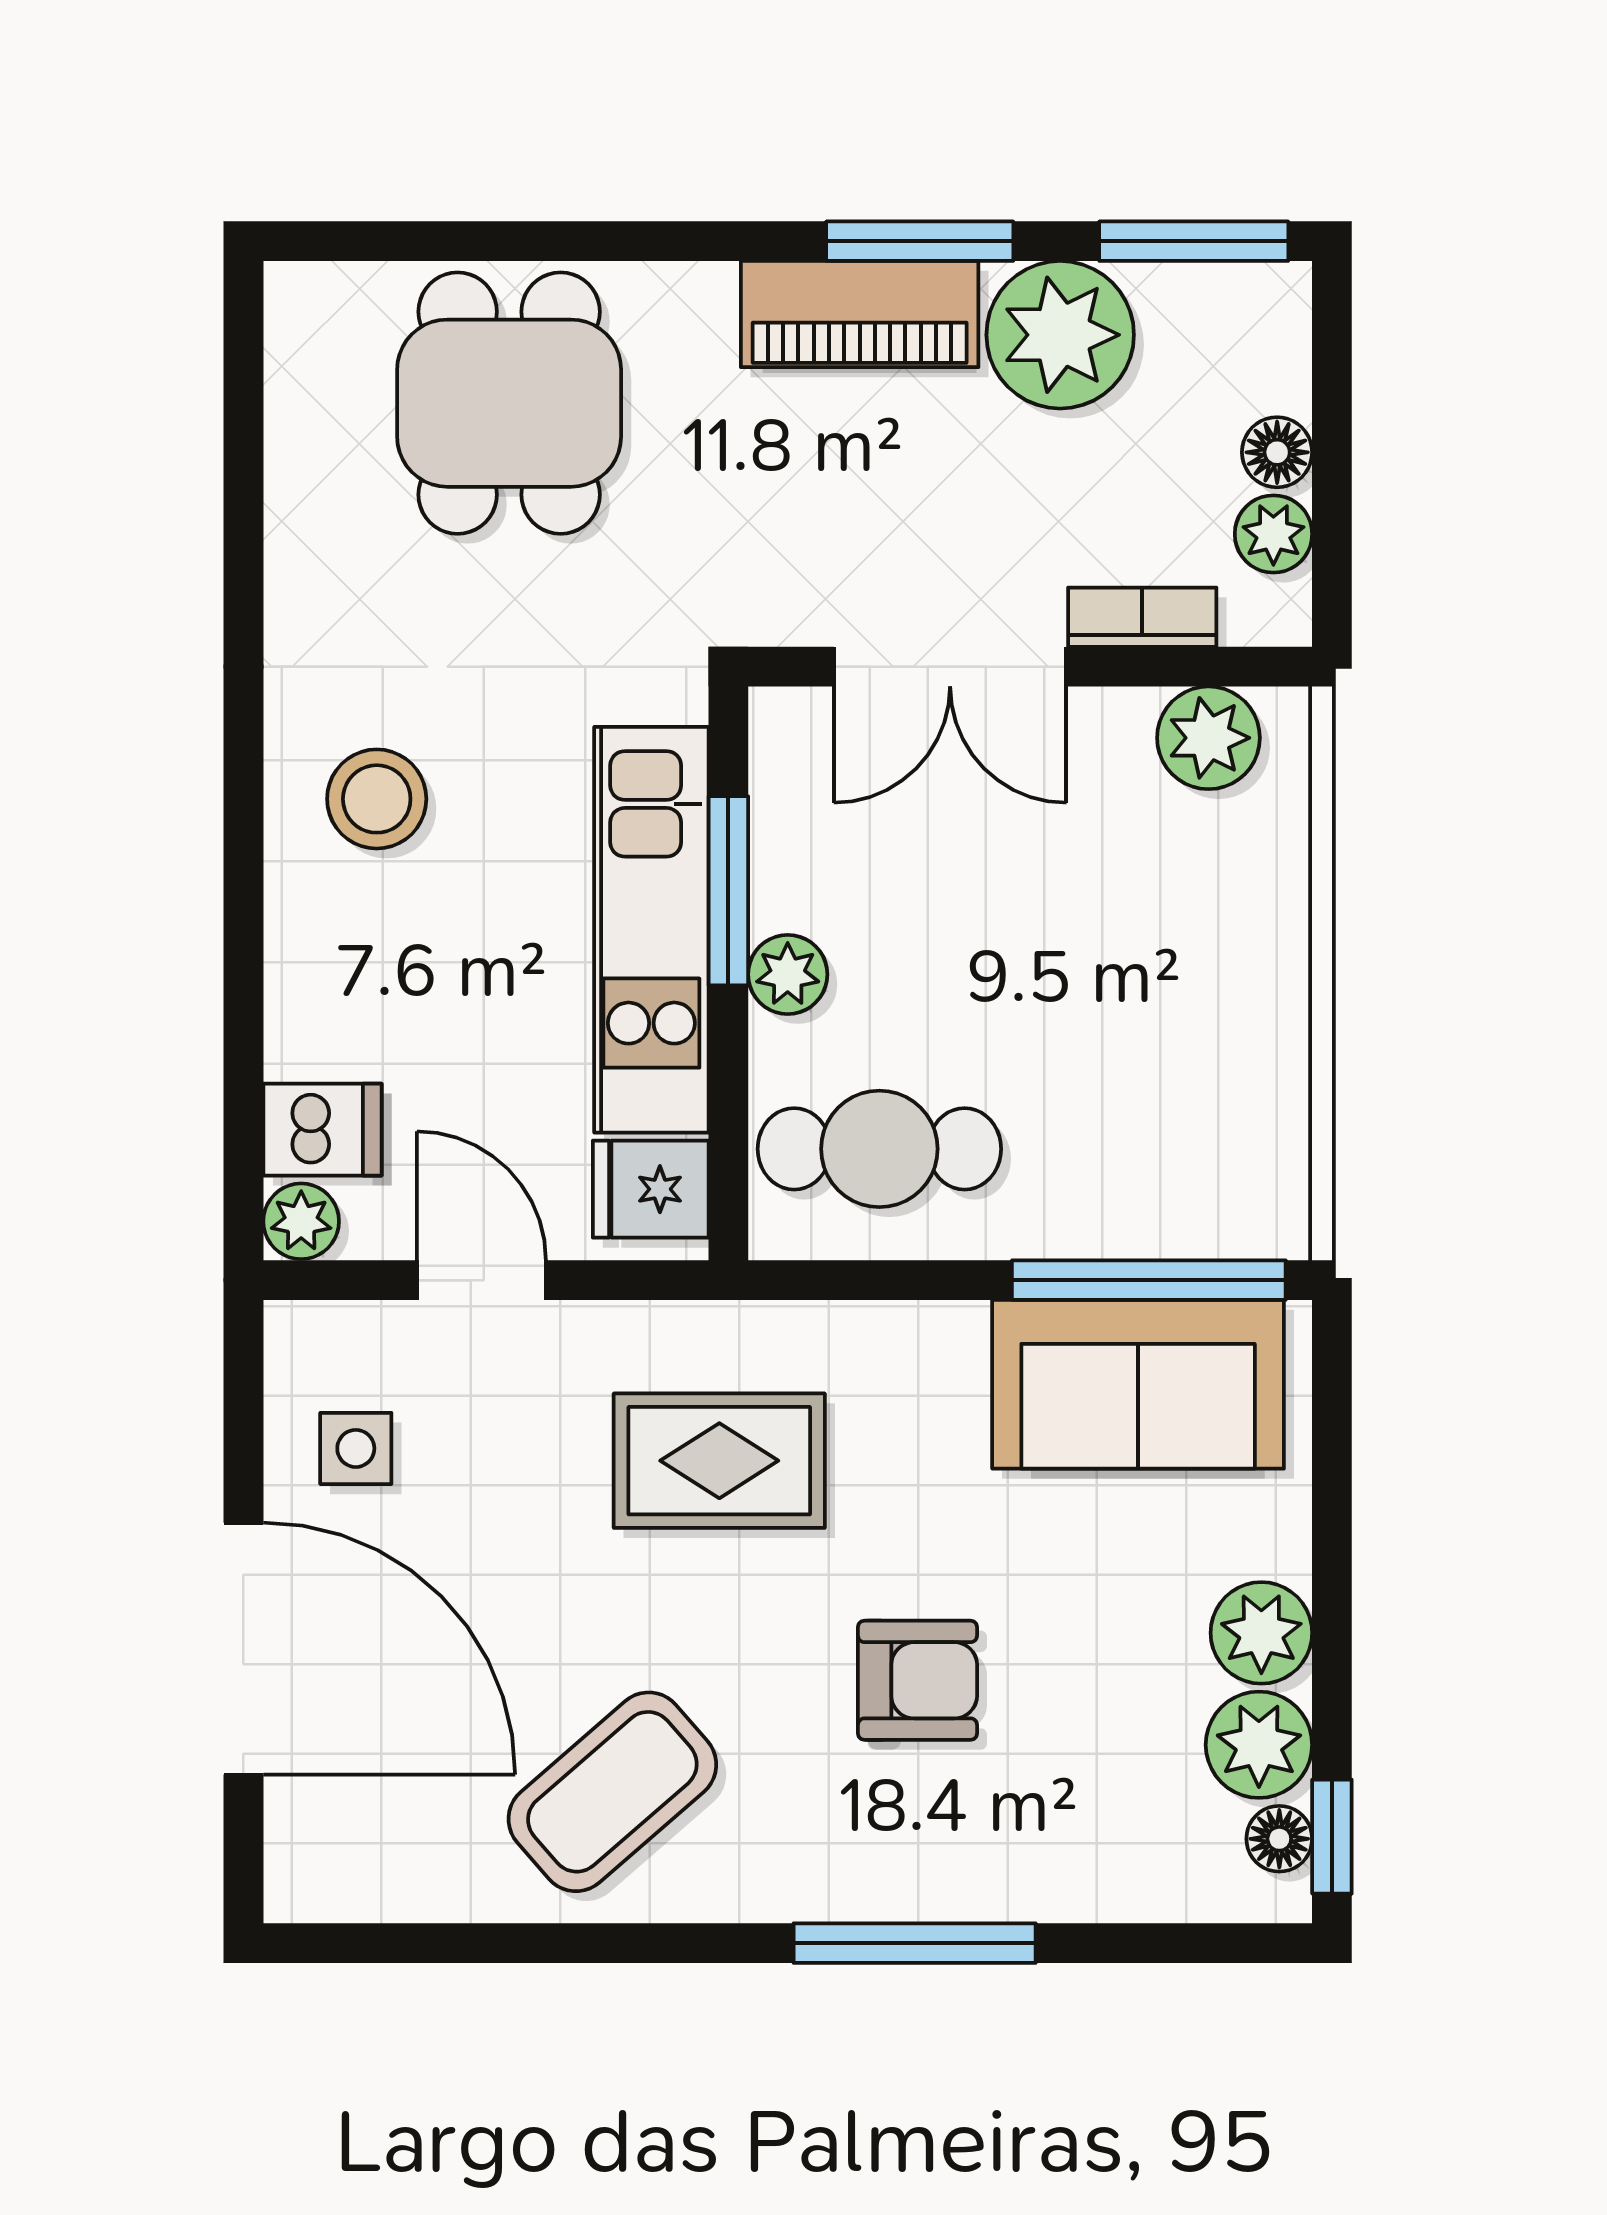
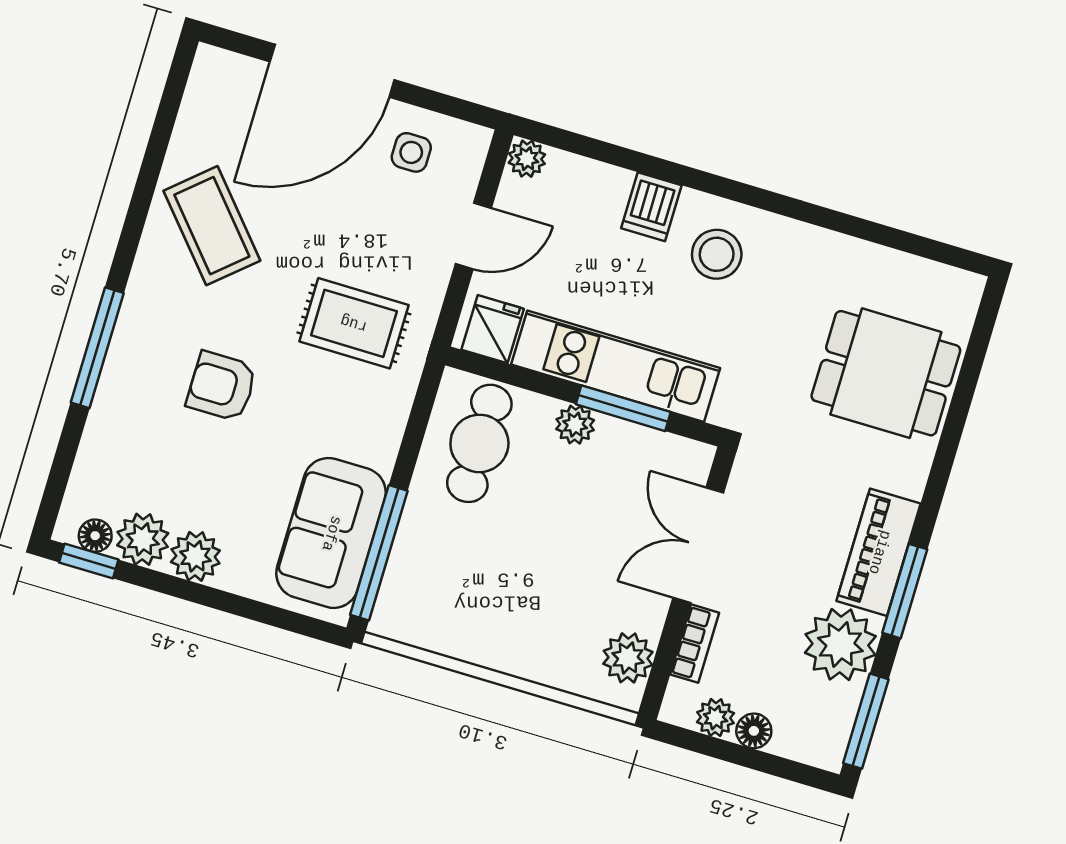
dishwasher: (322, 1130) -> (651, 207), moved
rug: (719, 1461) -> (354, 323), turned 90
armchair: (918, 1680) -> (222, 386), turned 90

